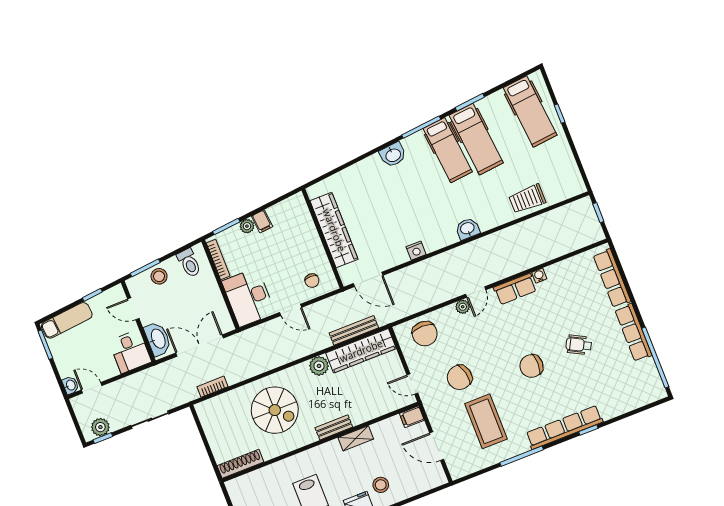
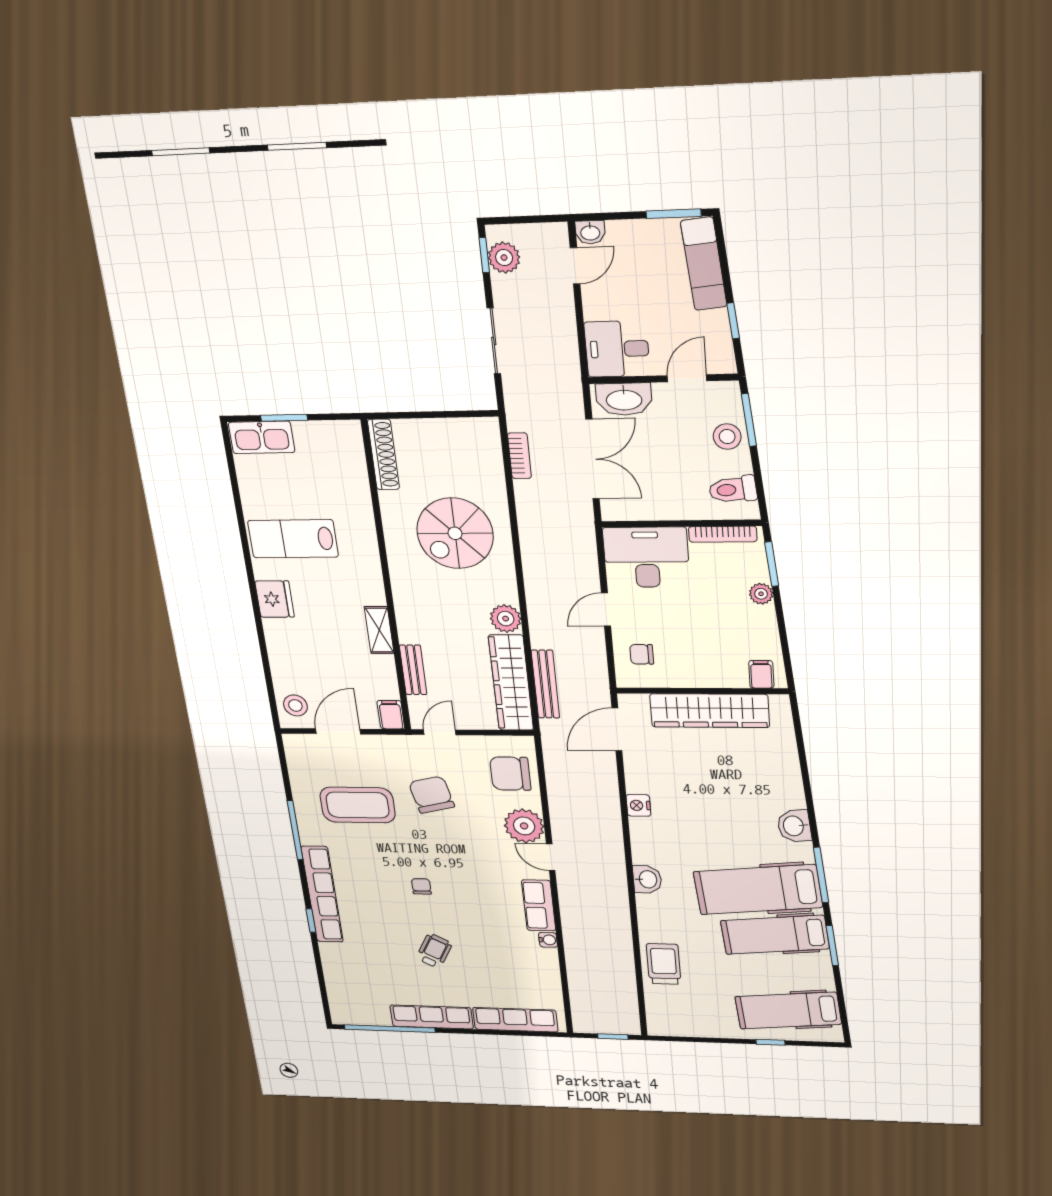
hospital bed: (448, 150) -> (758, 890), width x1.37, depth x1.29
filing cabinet: (262, 221) -> (761, 674), moved, turned 96
plant: (463, 307) -> (524, 826), width x1.87, depth x1.87
chair: (531, 366) -> (421, 886), width x0.54, depth x0.54
bench: (334, 427) -> (413, 670), moved
stool: (381, 485) -> (295, 705), moved

